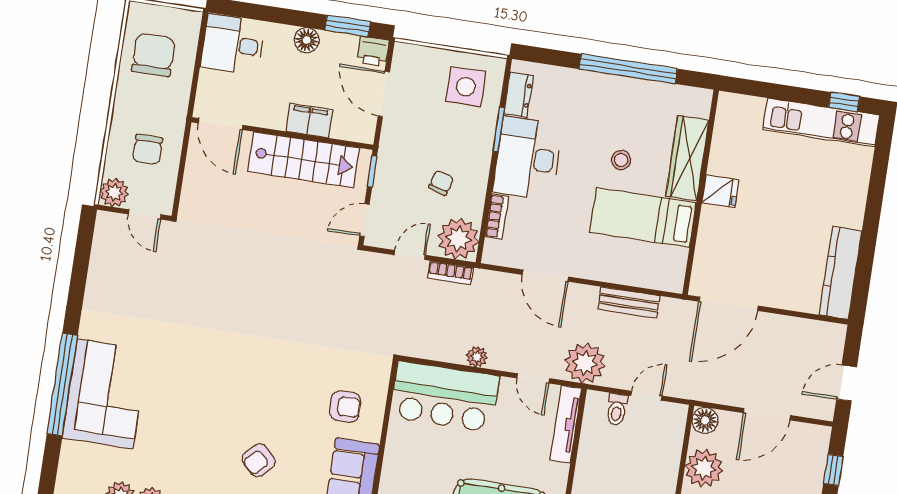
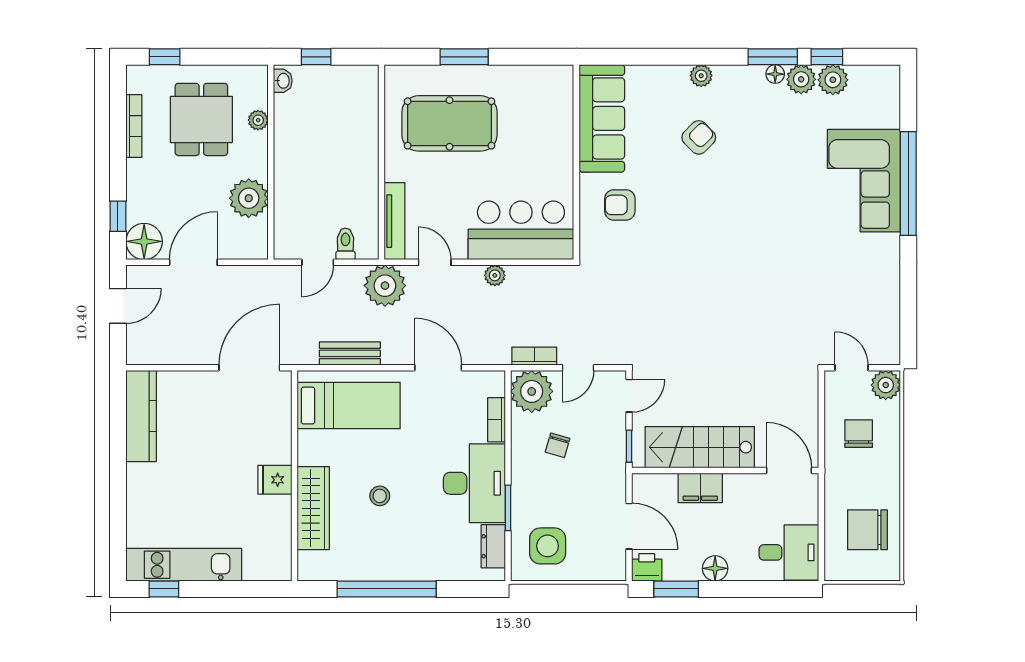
chair: (153, 55) -> (867, 530), turned 90
bed: (643, 218) -> (349, 406), moved
floor lamp: (705, 420) -> (144, 241), moved, width x1.38, depth x1.38

